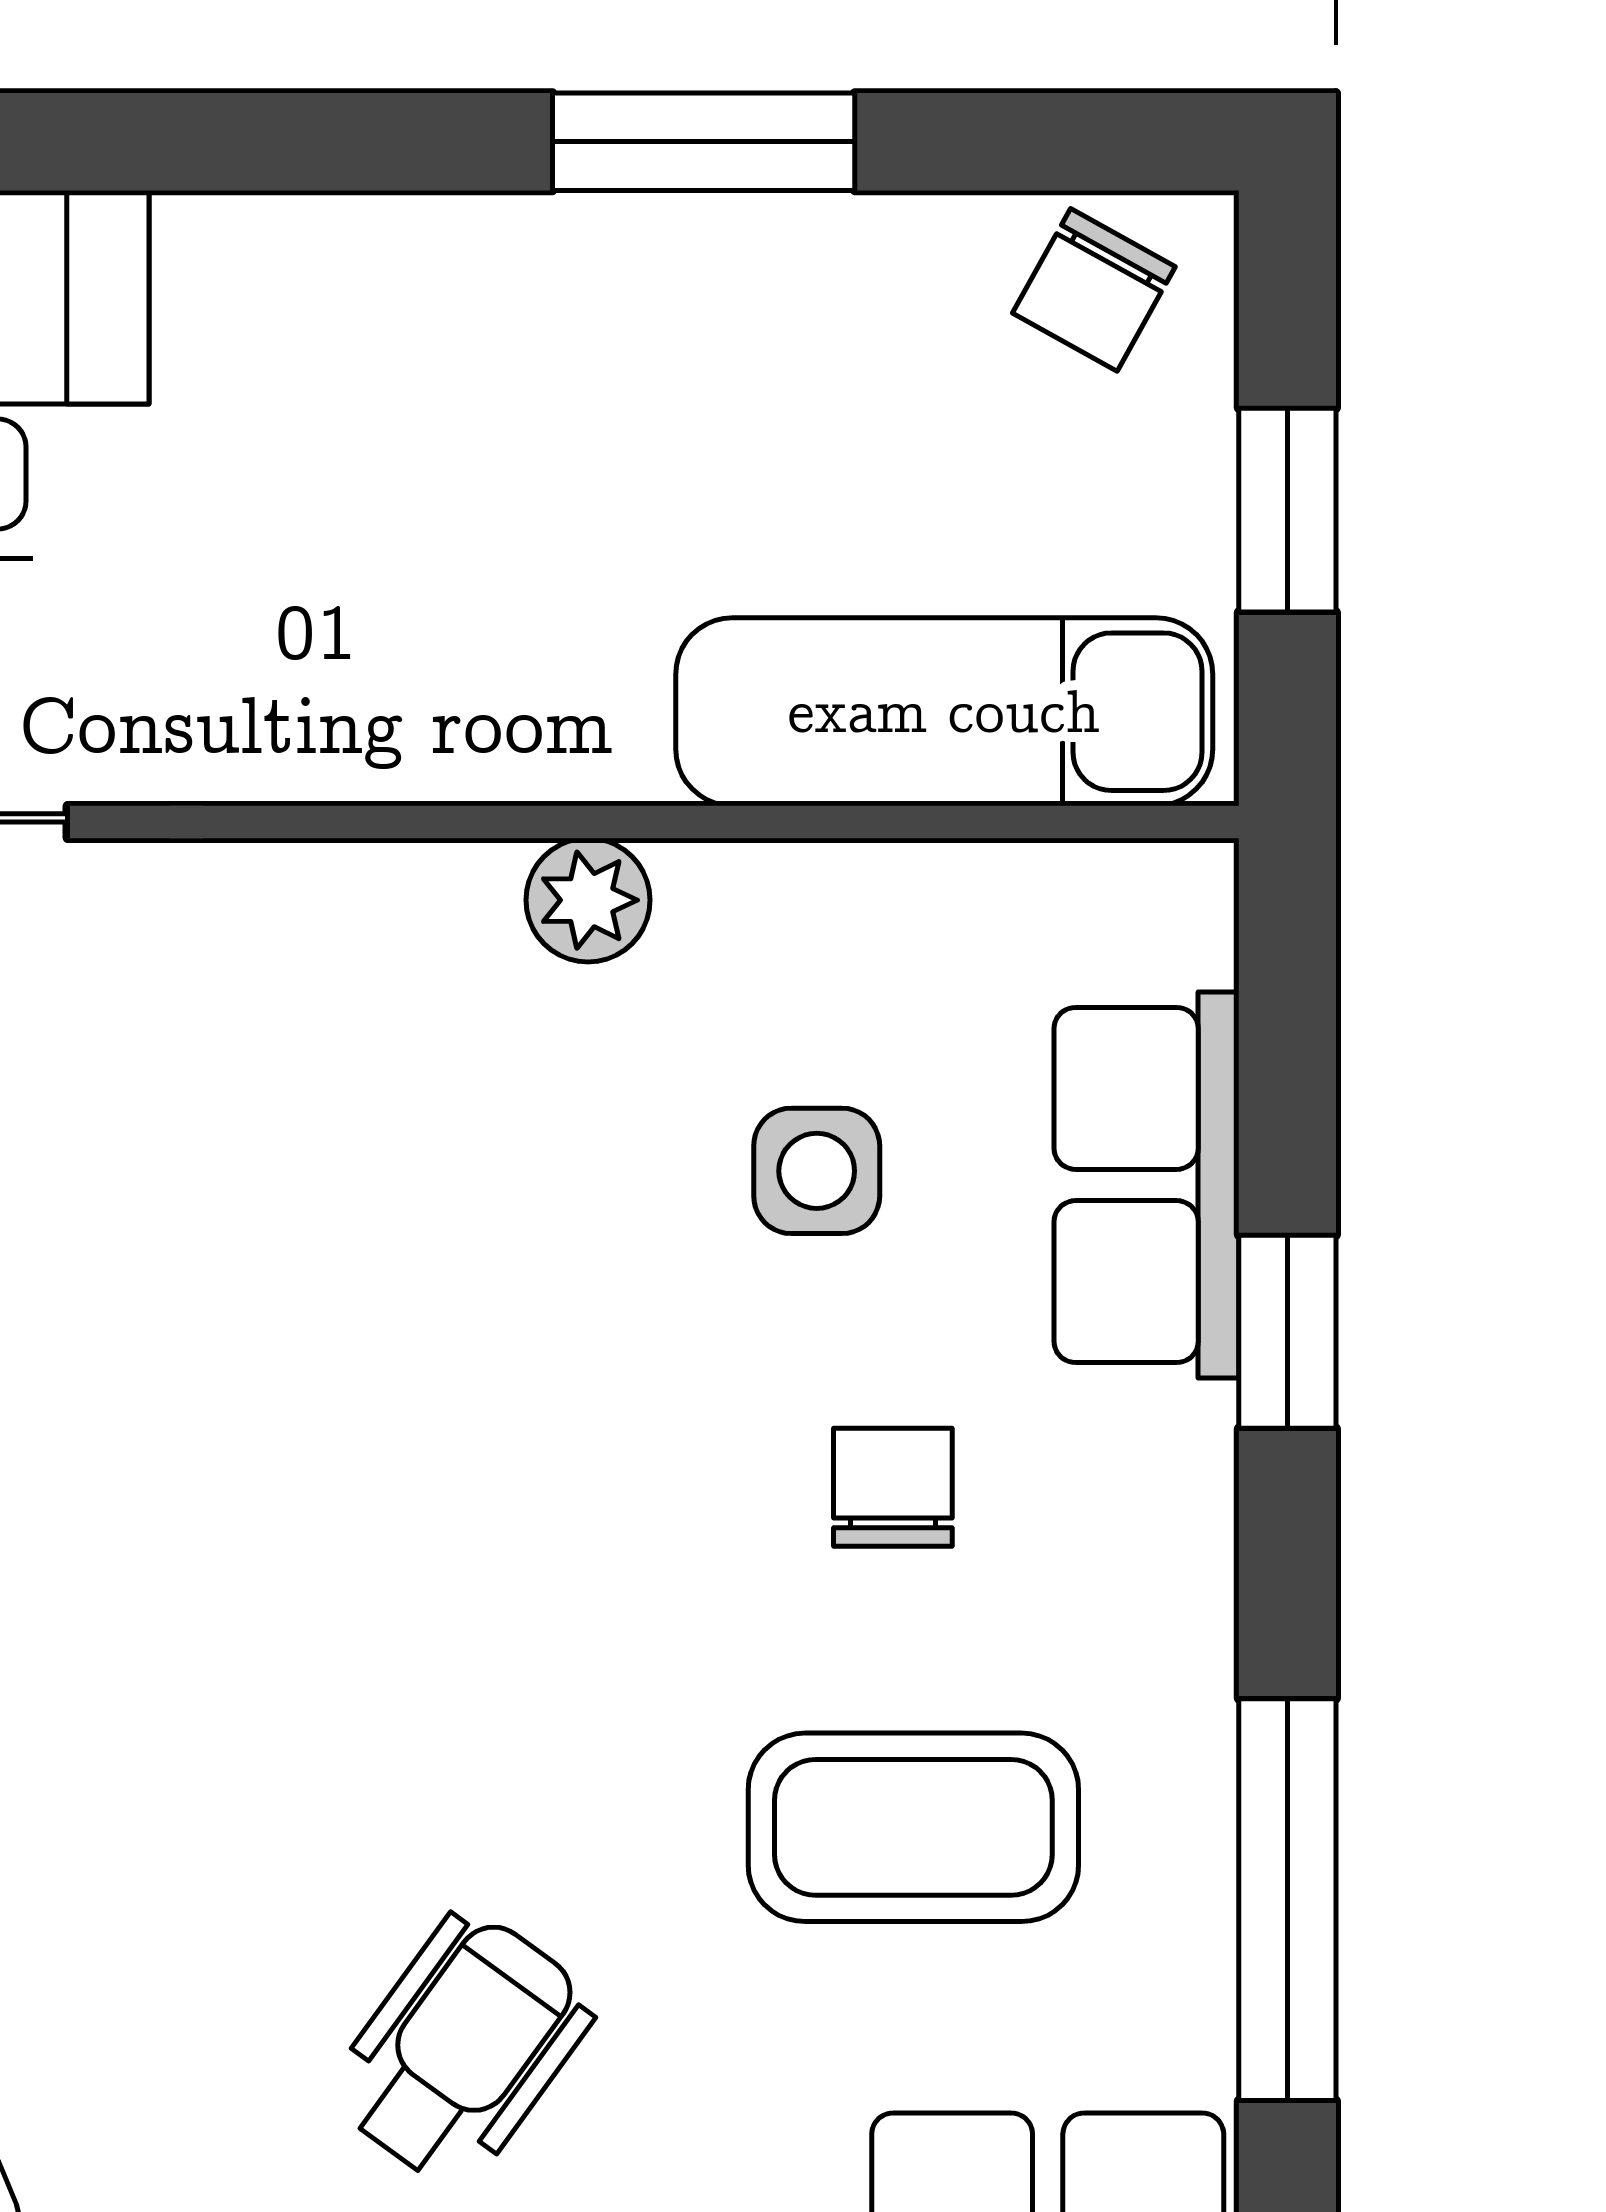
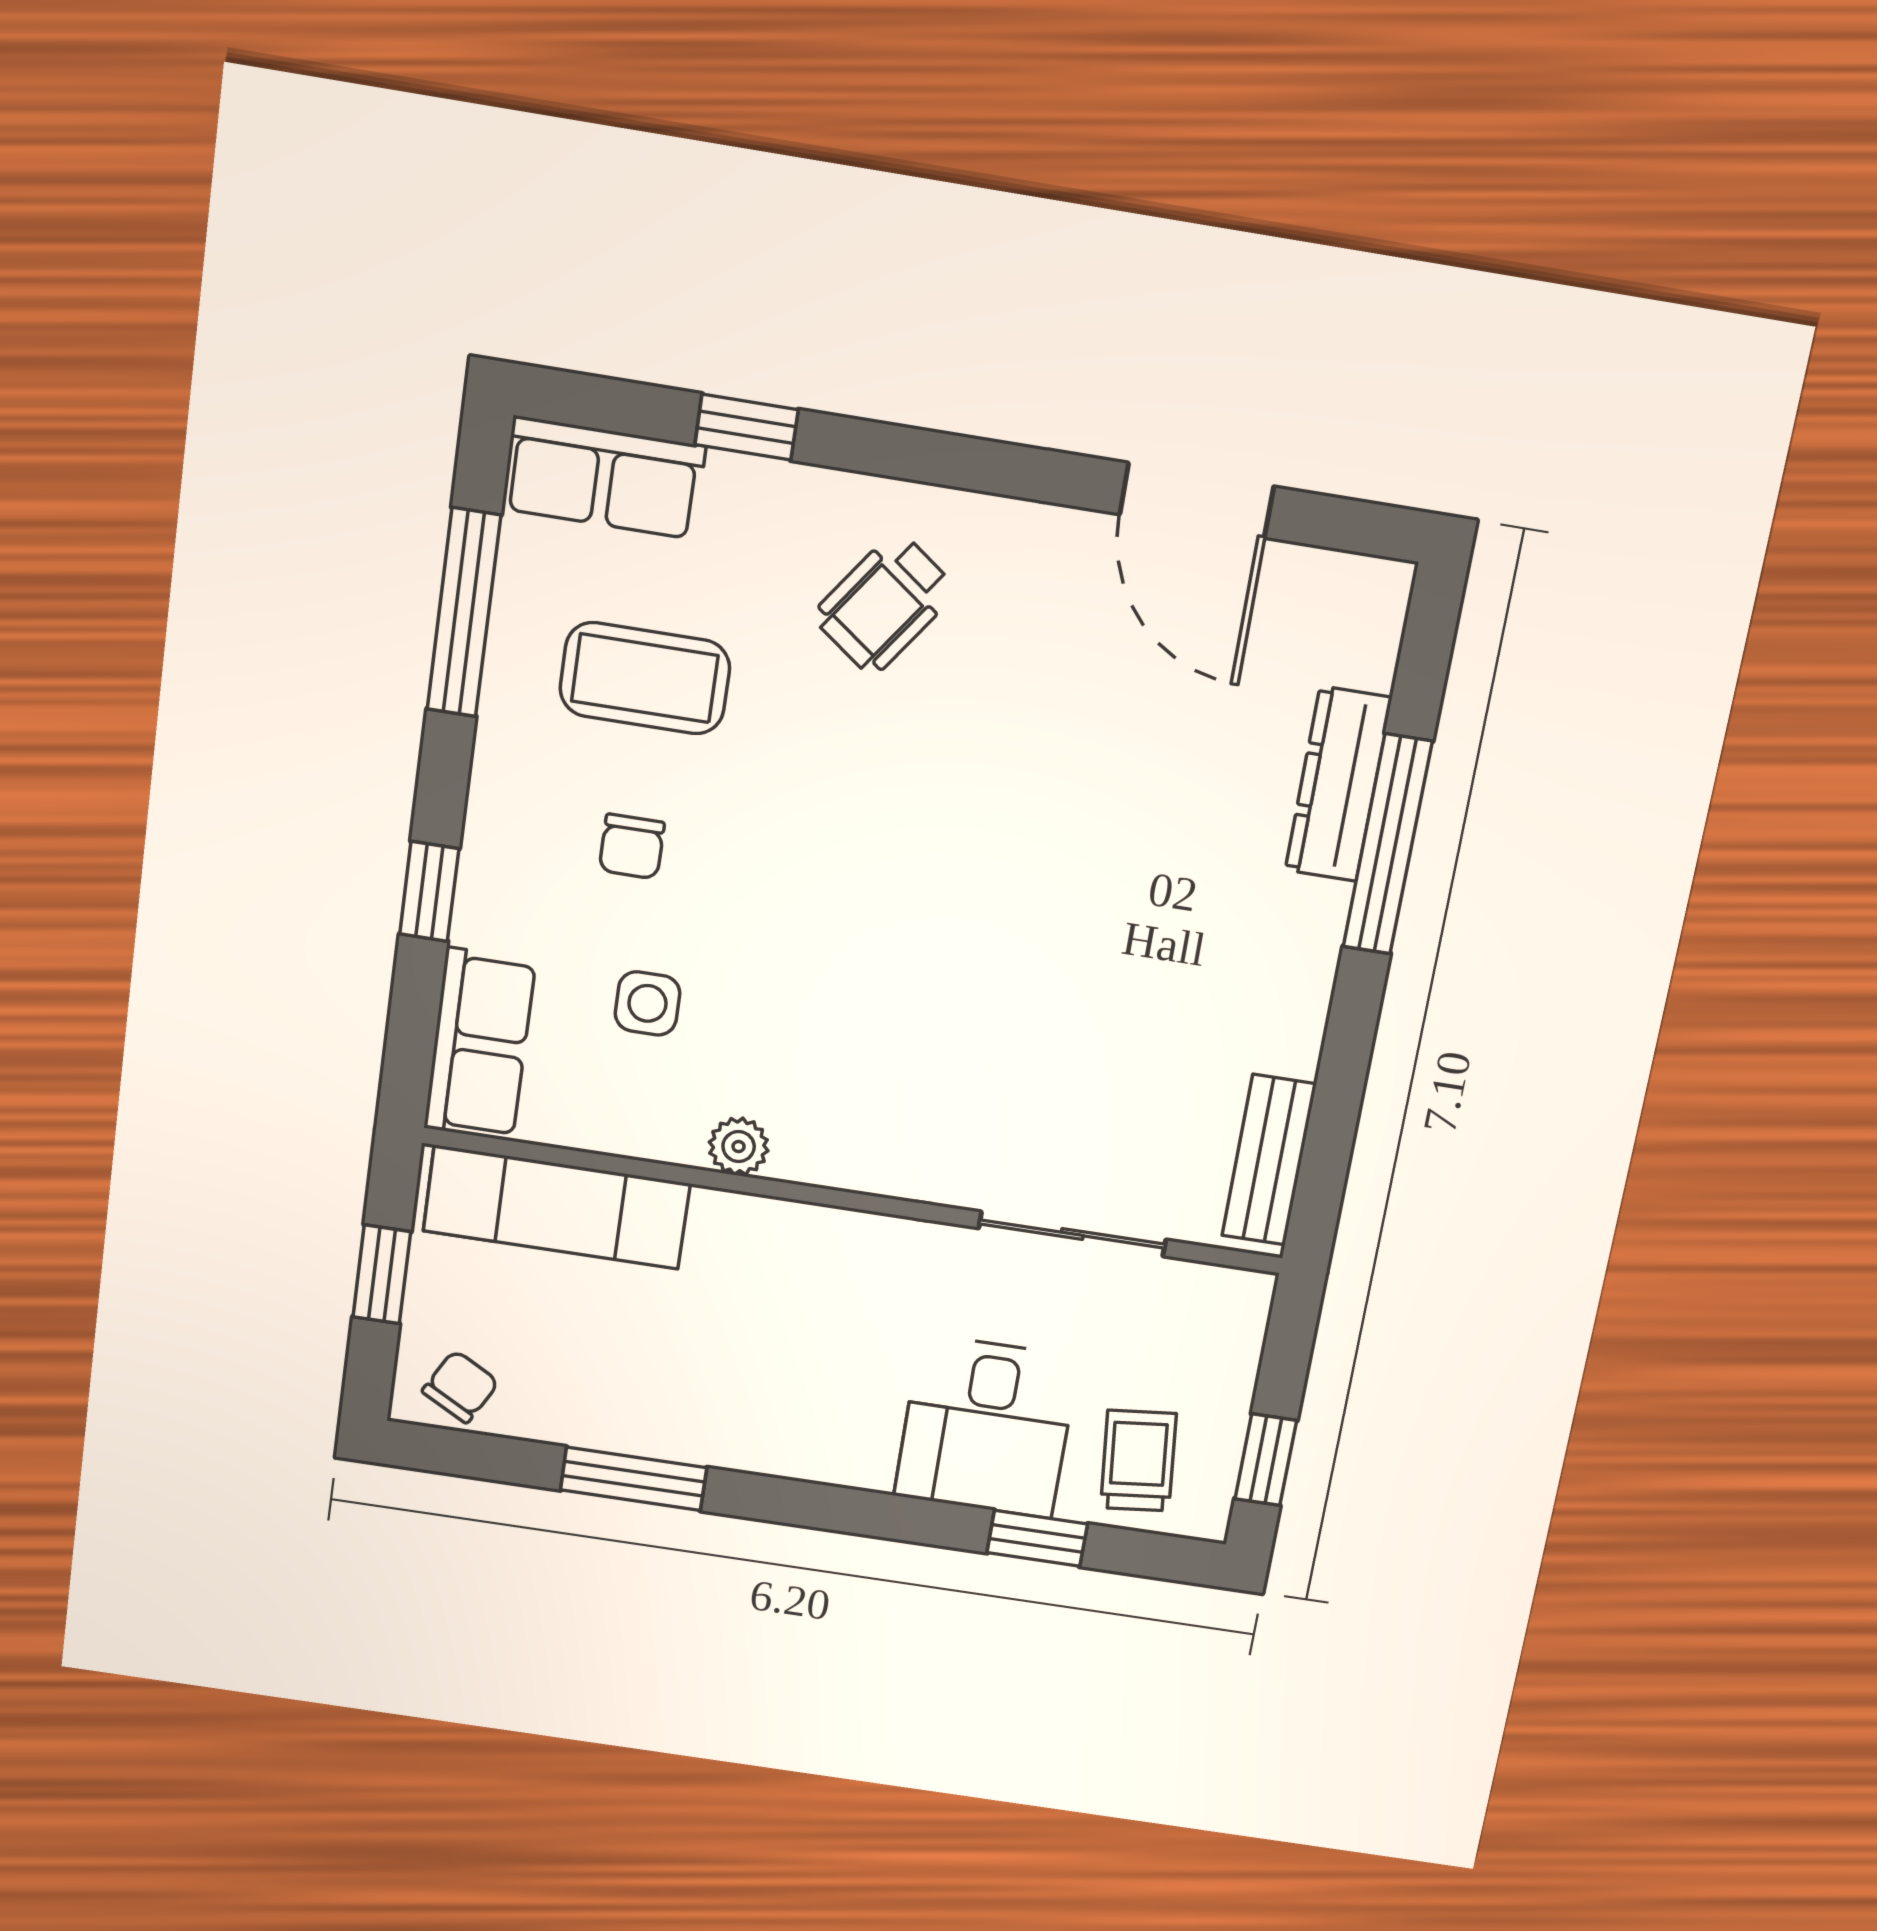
row of seats: (1146, 1185) -> (480, 1045), moved

